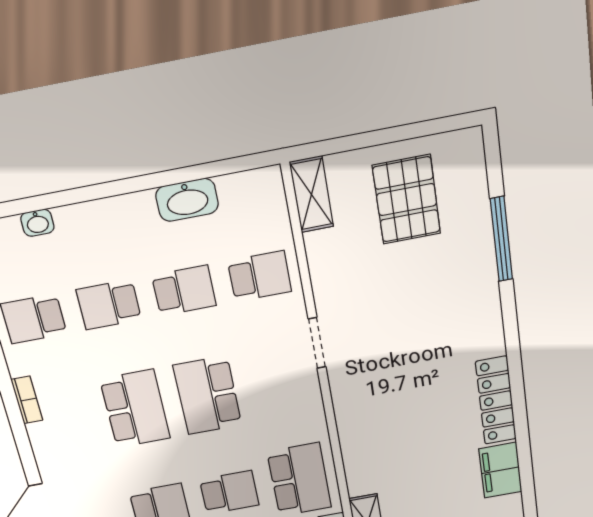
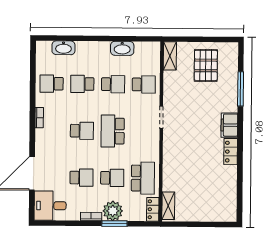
washbasin: (37, 223) -> (63, 48), width x1.91, depth x1.45
locker: (496, 401) -> (231, 152), width x0.66
school desk: (135, 409) -> (82, 131), width x0.54
filing cabinet: (500, 470) -> (229, 125), moved

